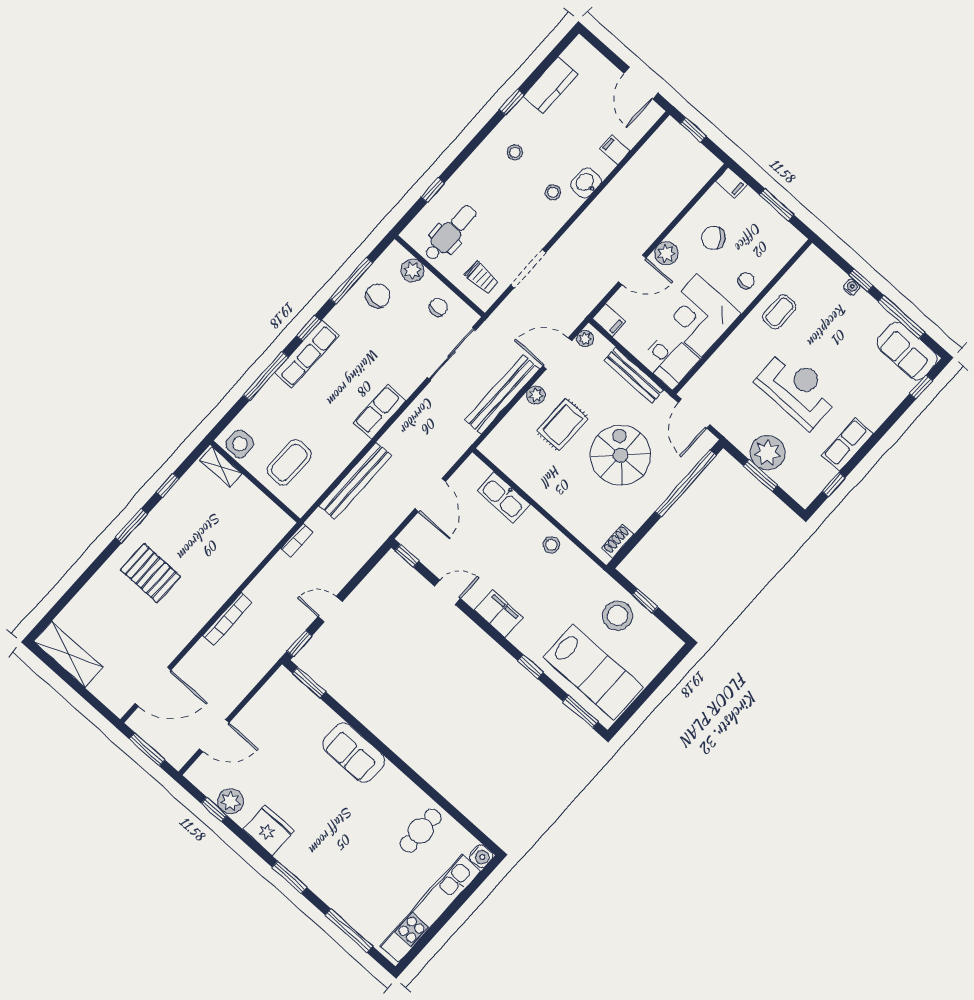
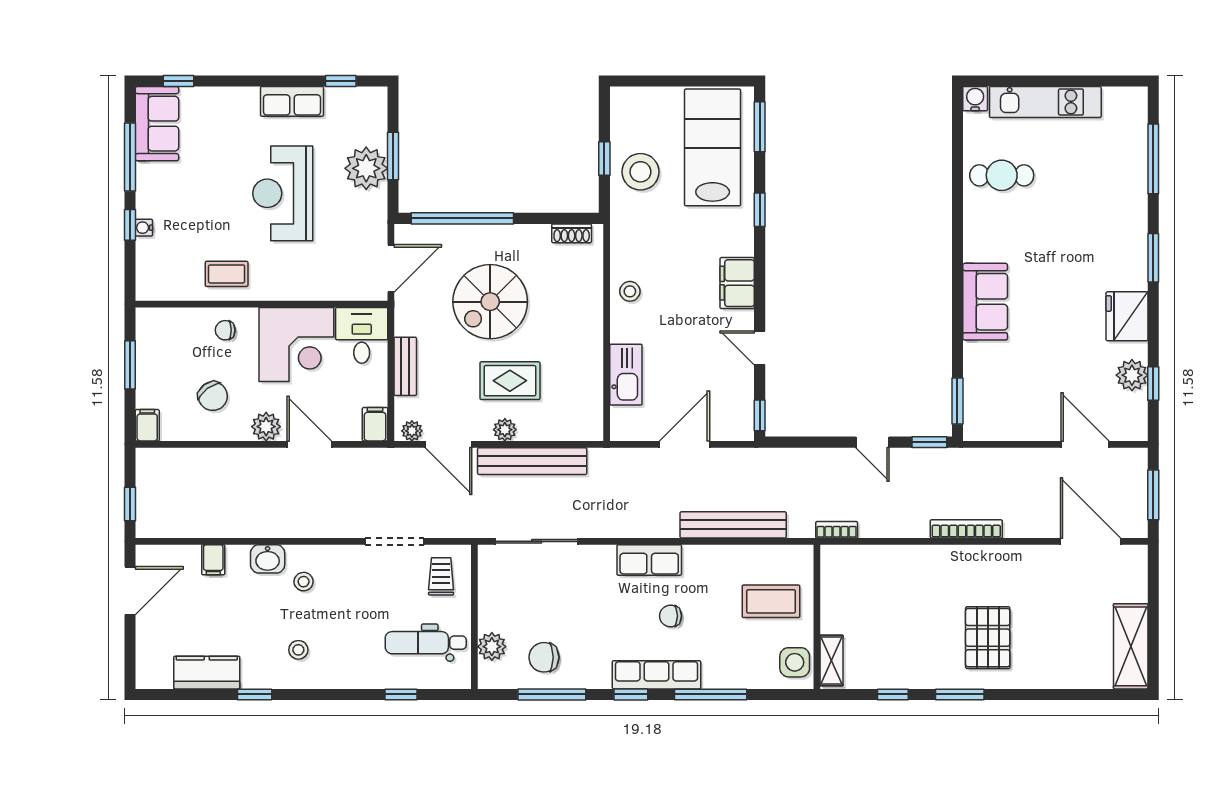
chair: (438, 307) -> (671, 616), moved
bench: (634, 375) -> (405, 366), width x0.73
kitchen unit: (430, 909) -> (1045, 102), width x0.73

